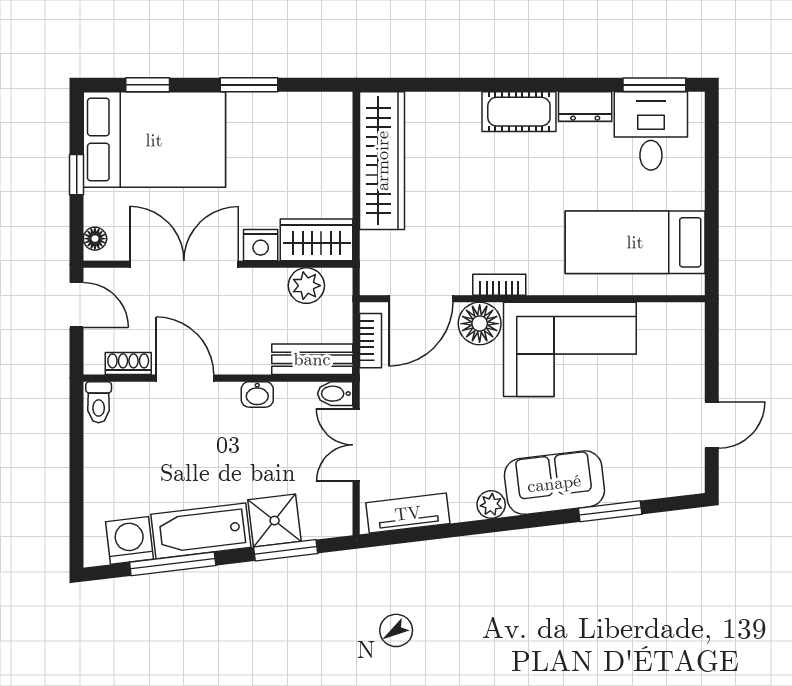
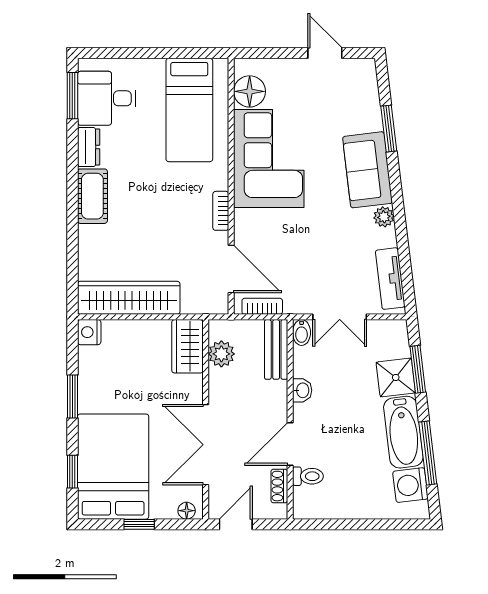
nightstand: (261, 245) -> (89, 332), moved, turned 180
floor lamp: (480, 324) -> (250, 91), moved
toilet: (99, 402) -> (308, 476), moved

